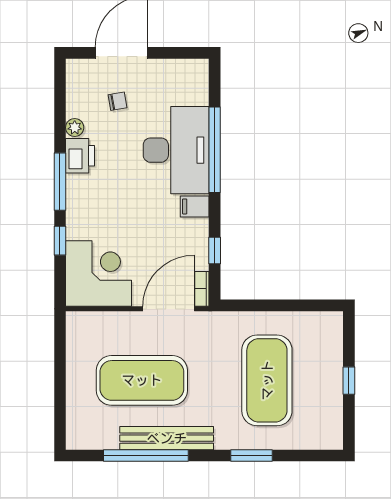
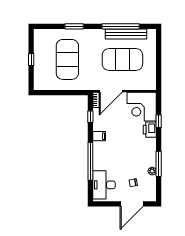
desk: (176, 150) -> (104, 185), moved, width x0.73, depth x0.77
printer: (80, 156) -> (150, 130), moved
window: (60, 182) -> (159, 164), moved
bench: (167, 438) -> (126, 34), moved

